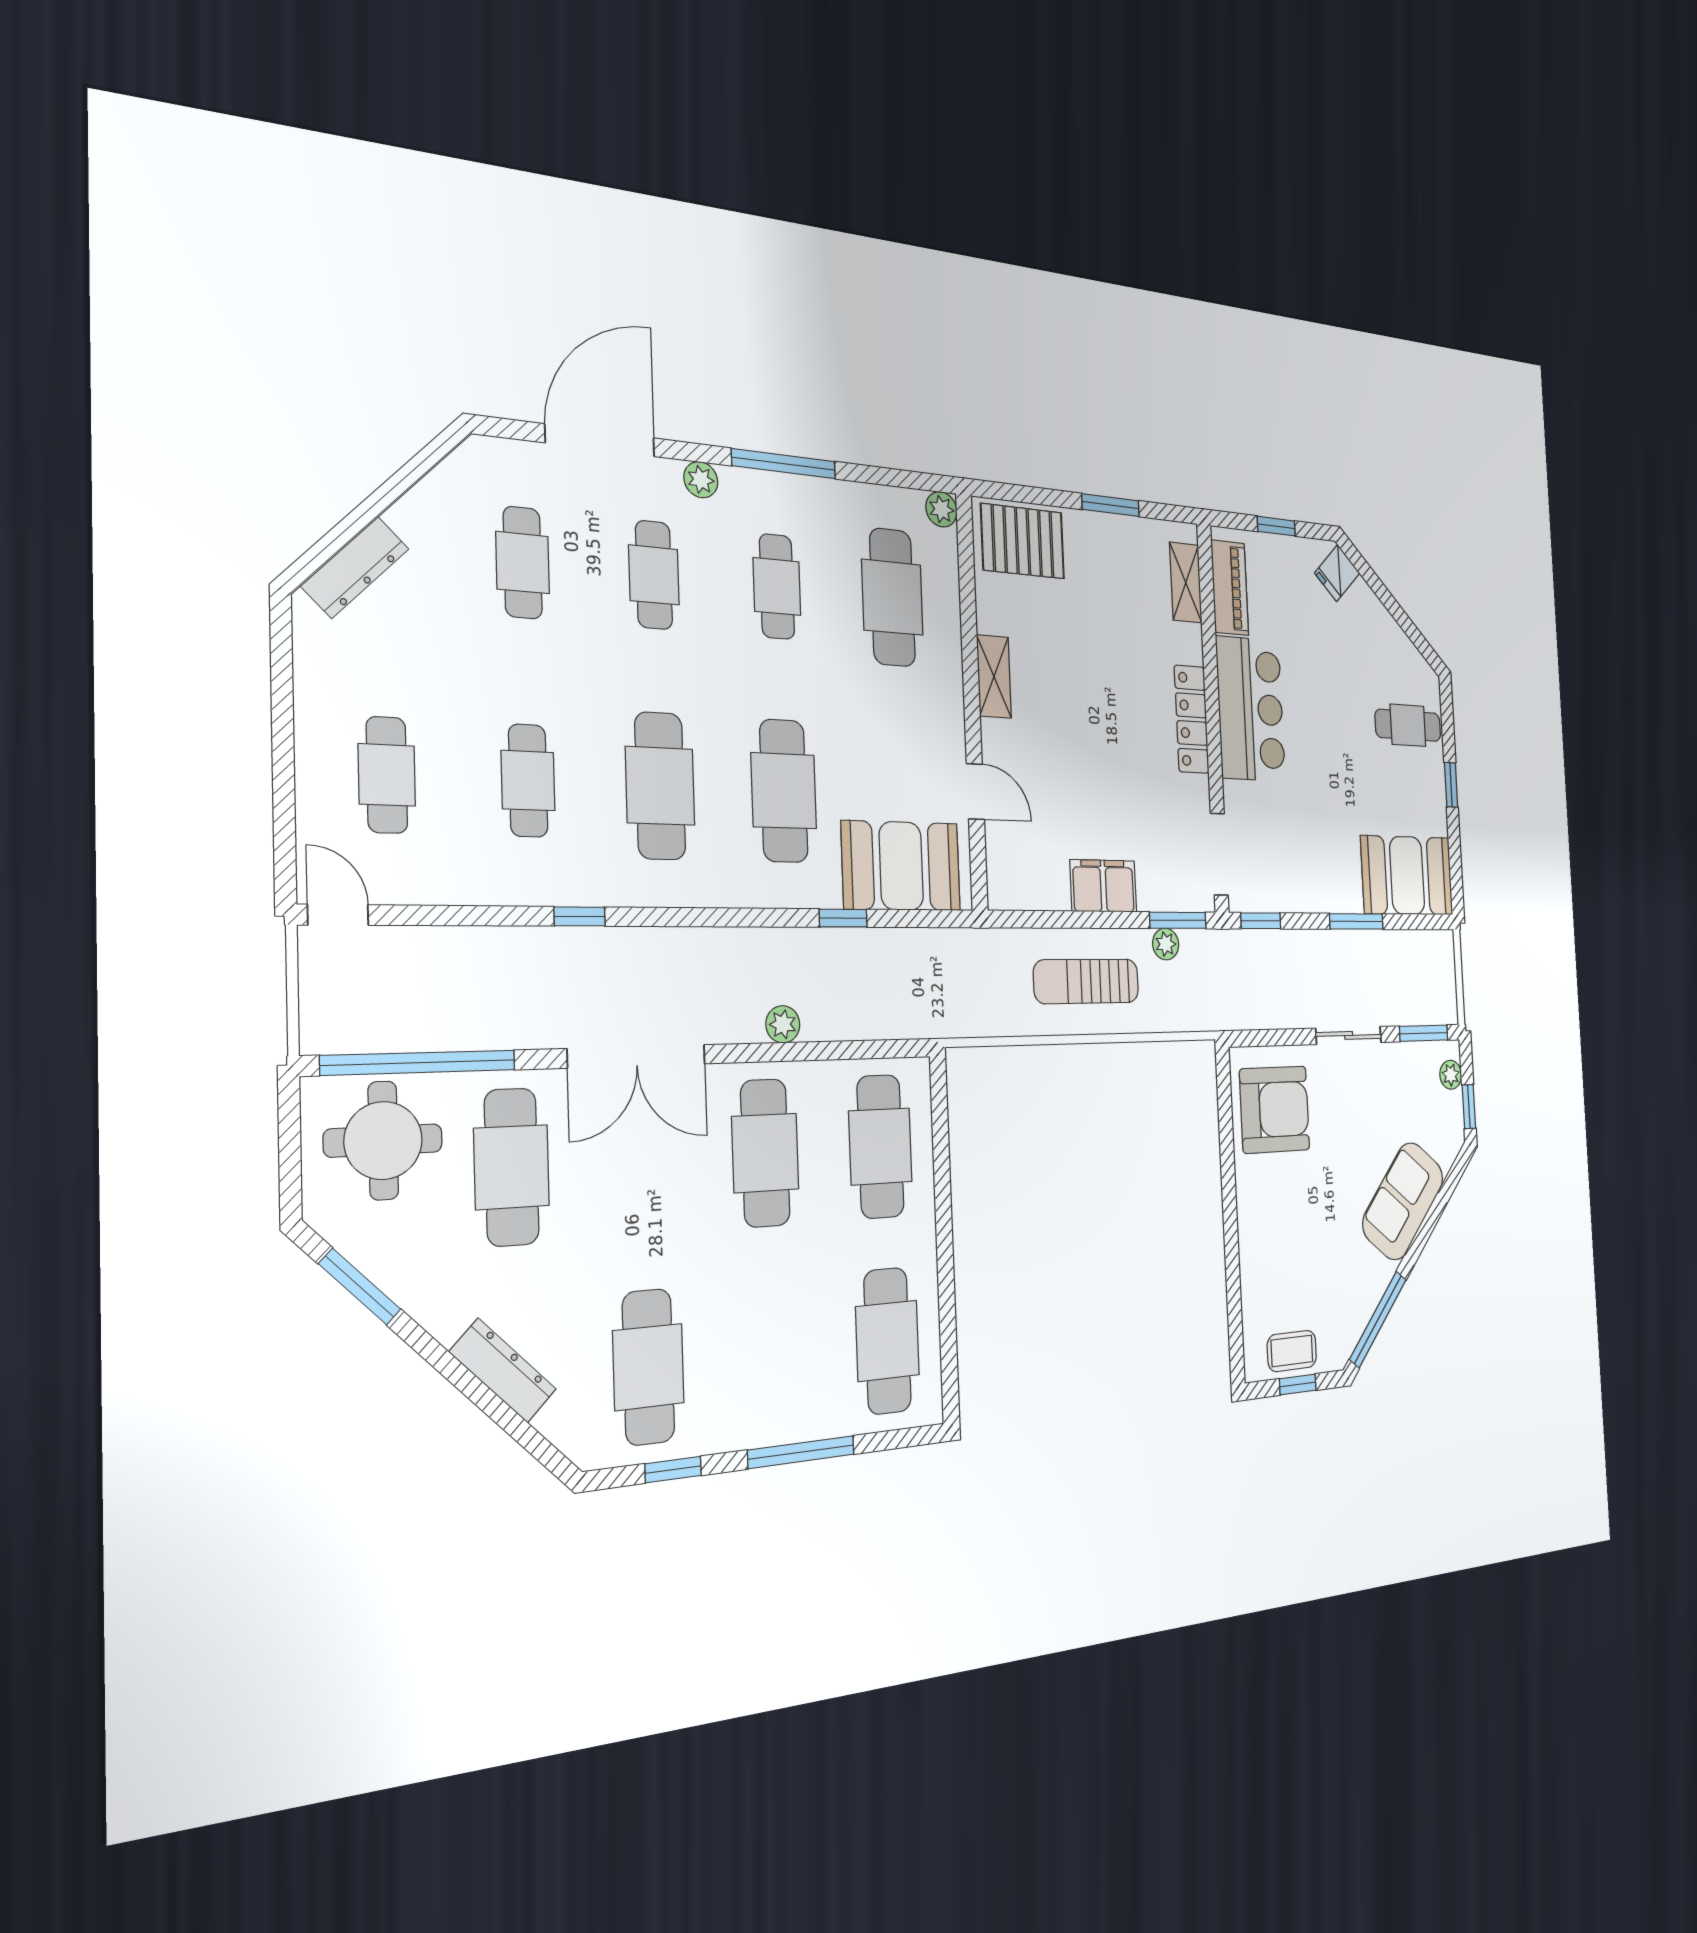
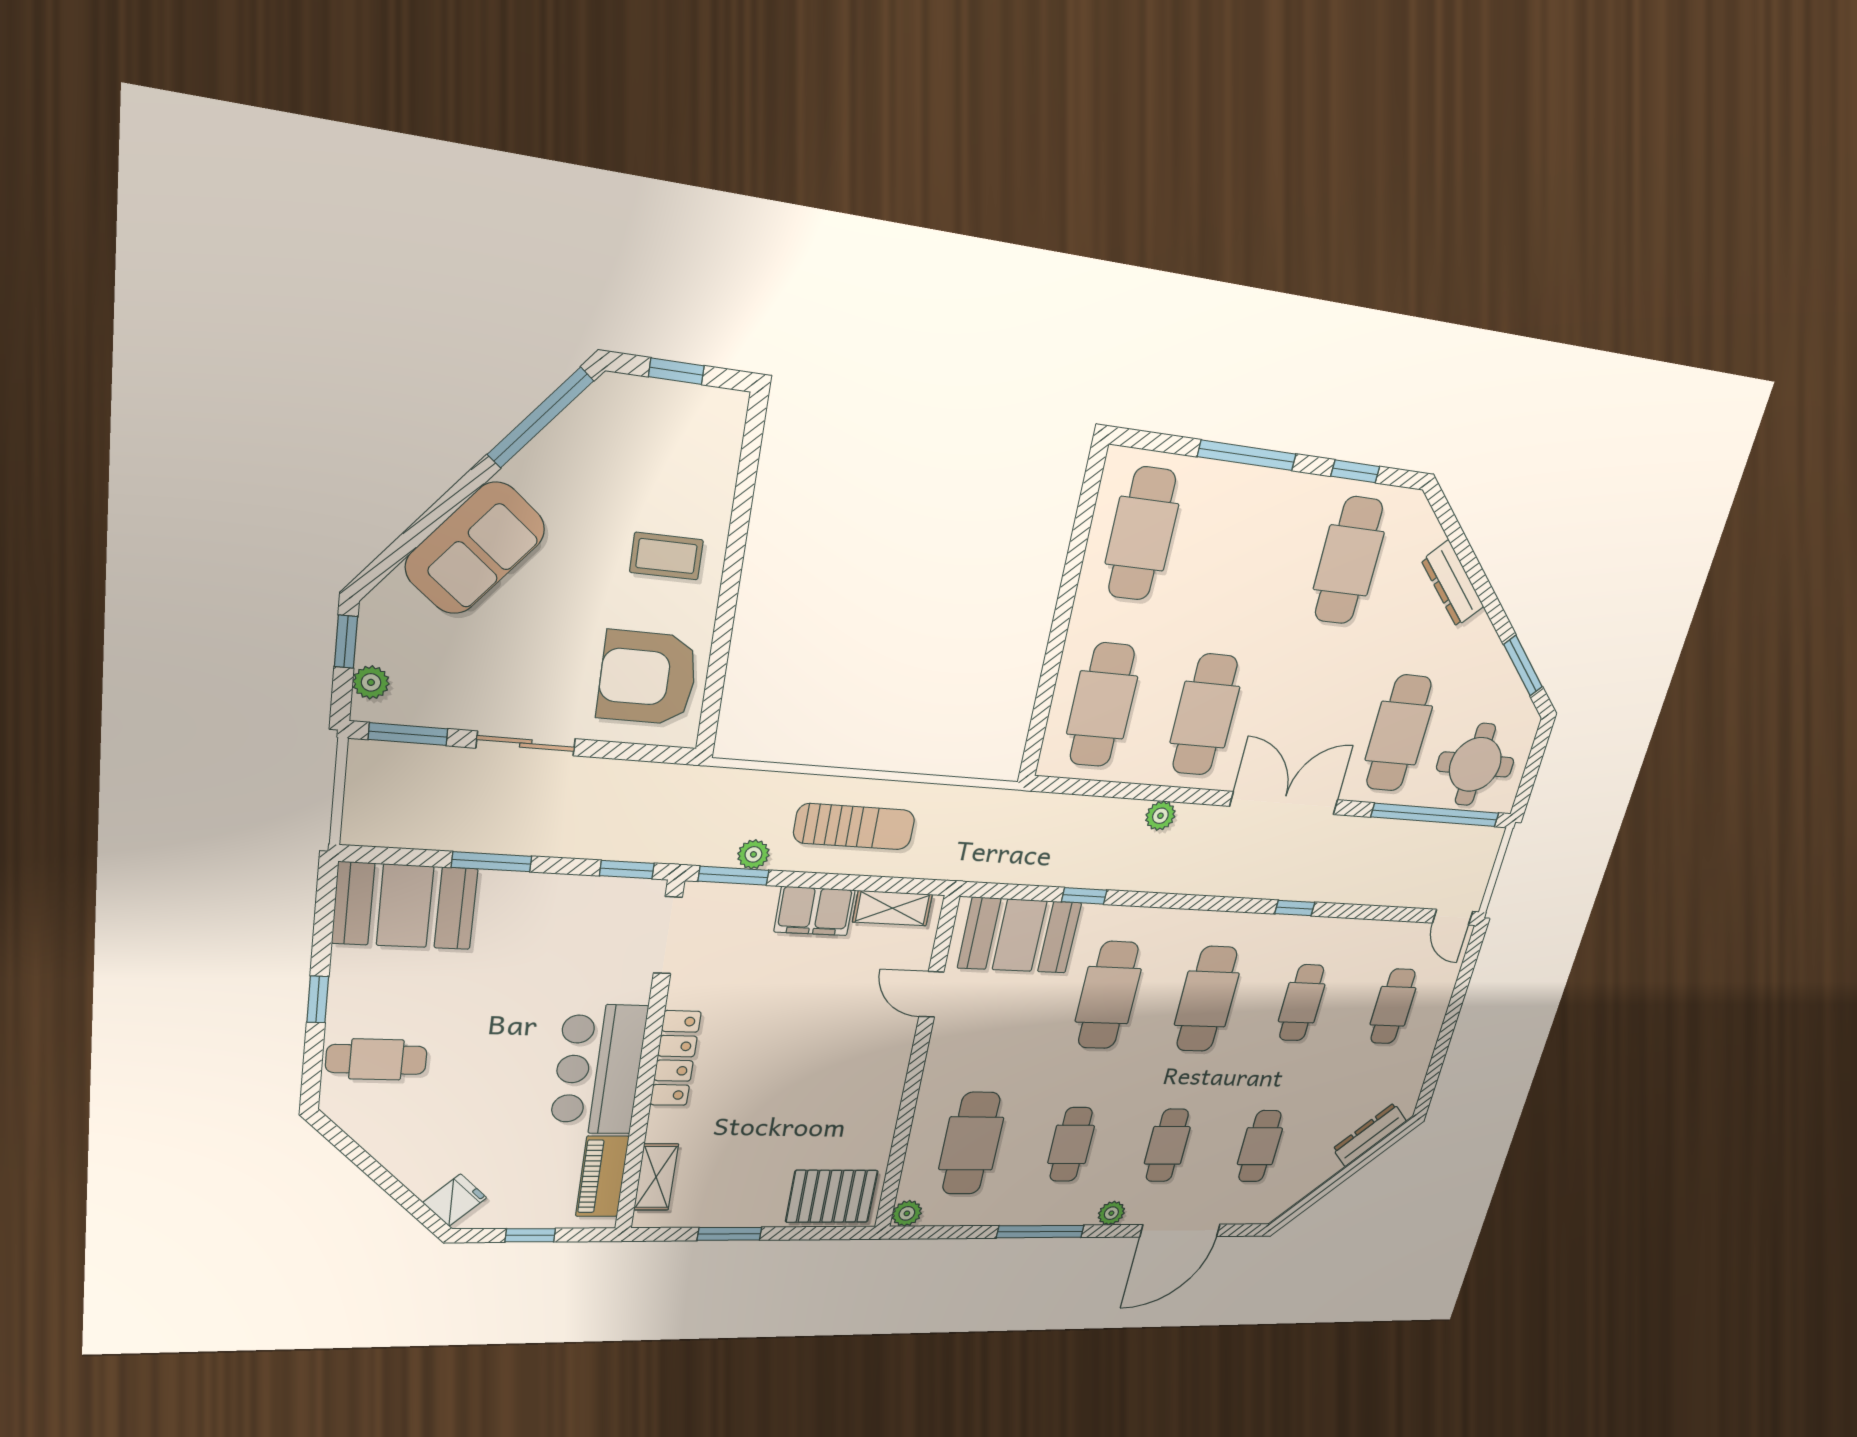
shelving: (994, 677) -> (892, 908), moved, turned 90
coffee table: (1292, 1351) -> (666, 556), moved

